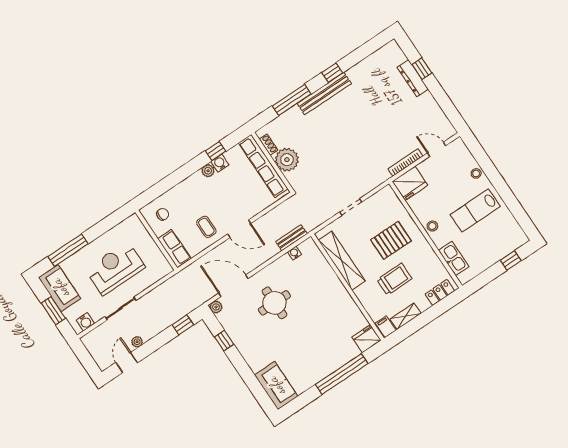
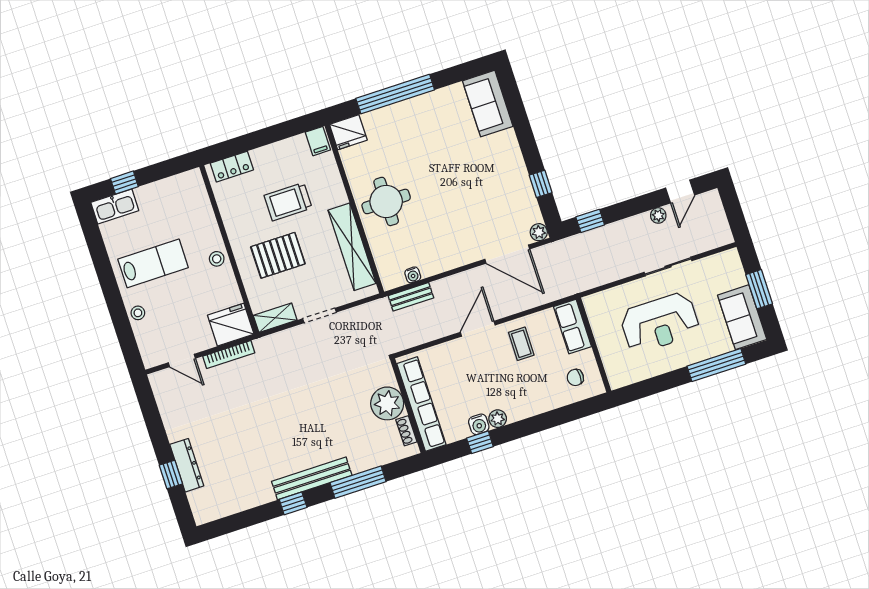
door: (239, 229) -> (478, 329), hinge flipped
kitchen sink: (454, 259) -> (115, 206), moved, turned -90
round table: (275, 303) -> (386, 201), moved
shelving: (405, 316) -> (275, 318), moved
water cooler: (85, 322) -> (720, 262), removed

